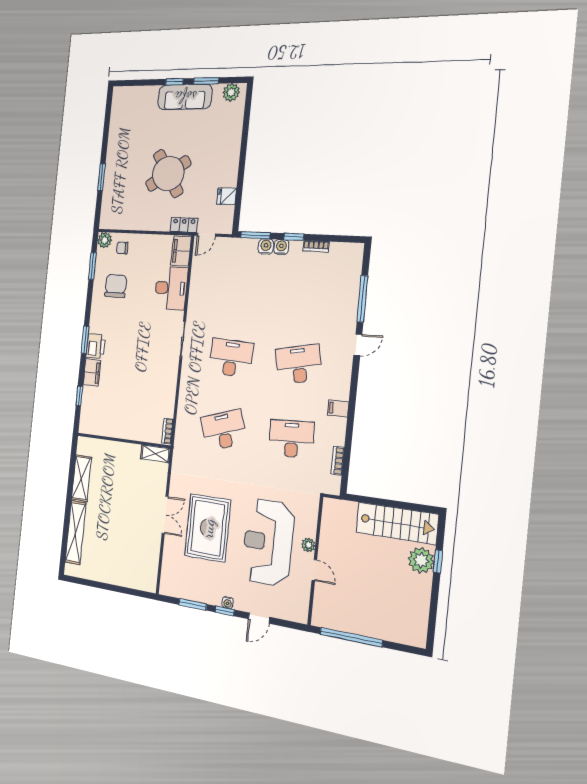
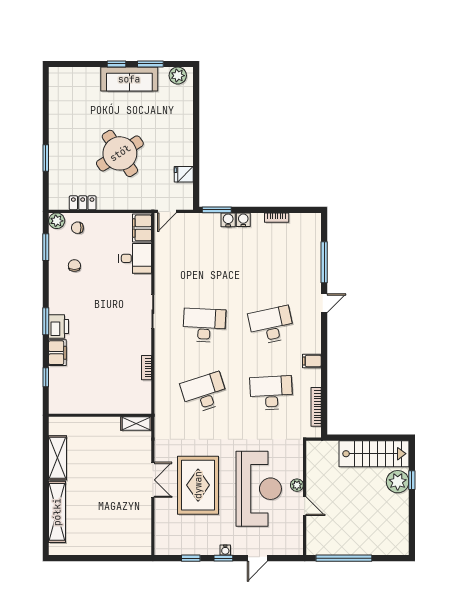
locker: (184, 225) -> (83, 203), moved
window: (294, 237) -> (254, 210), removed
chair: (116, 286) -> (74, 265), width x0.54, depth x0.54
desk: (171, 288) -> (135, 258), width x0.73
bookcase: (167, 431) -> (147, 368), moved
bookcase: (338, 461) -> (316, 407), width x1.56
reception desk: (268, 542) -> (259, 489), turned 180
window: (193, 604) -> (191, 558), width x0.67

